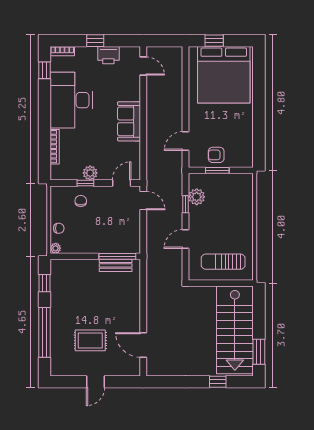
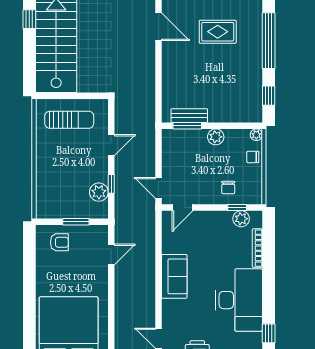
armchair: (216, 155) -> (59, 242), moved
plant: (90, 173) -> (241, 219), moved
window: (85, 183) -> (237, 207), moved
plant: (92, 246) -> (216, 137), added
window: (117, 256) -> (187, 126), width x0.69
window: (259, 352) -> (29, 19), width x0.67

